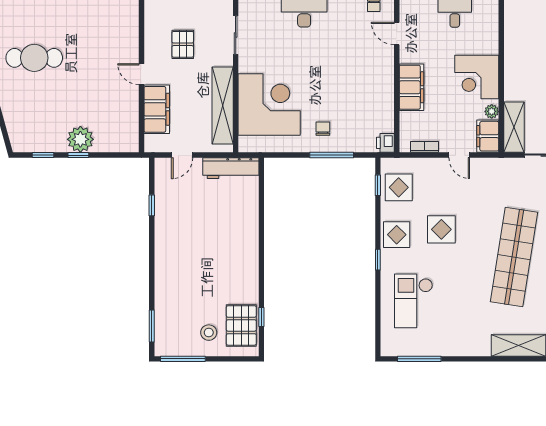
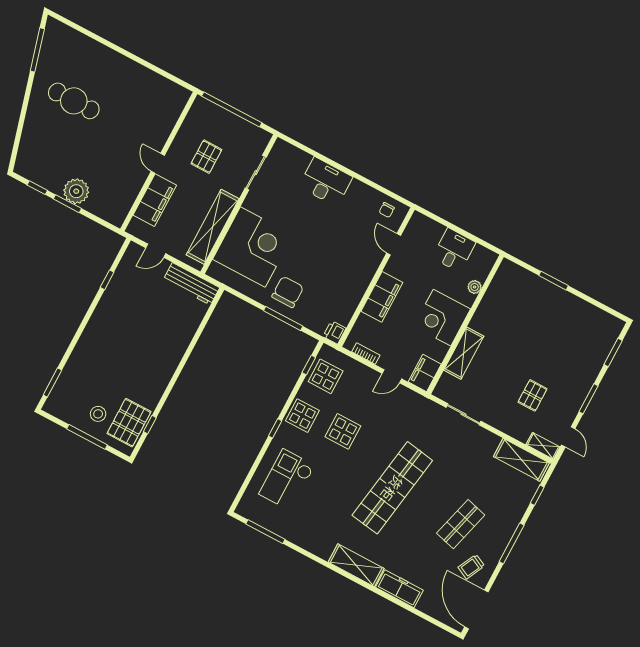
plant: (492, 111) -> (475, 287), moved
shelving: (514, 127) -> (464, 353), moved
chair: (323, 129) -> (288, 292), width x1.87, depth x1.87
window: (78, 155) -> (67, 204), width x1.50
door: (459, 155) -> (392, 376), hinge flipped
window: (183, 359) -> (87, 437), moved

